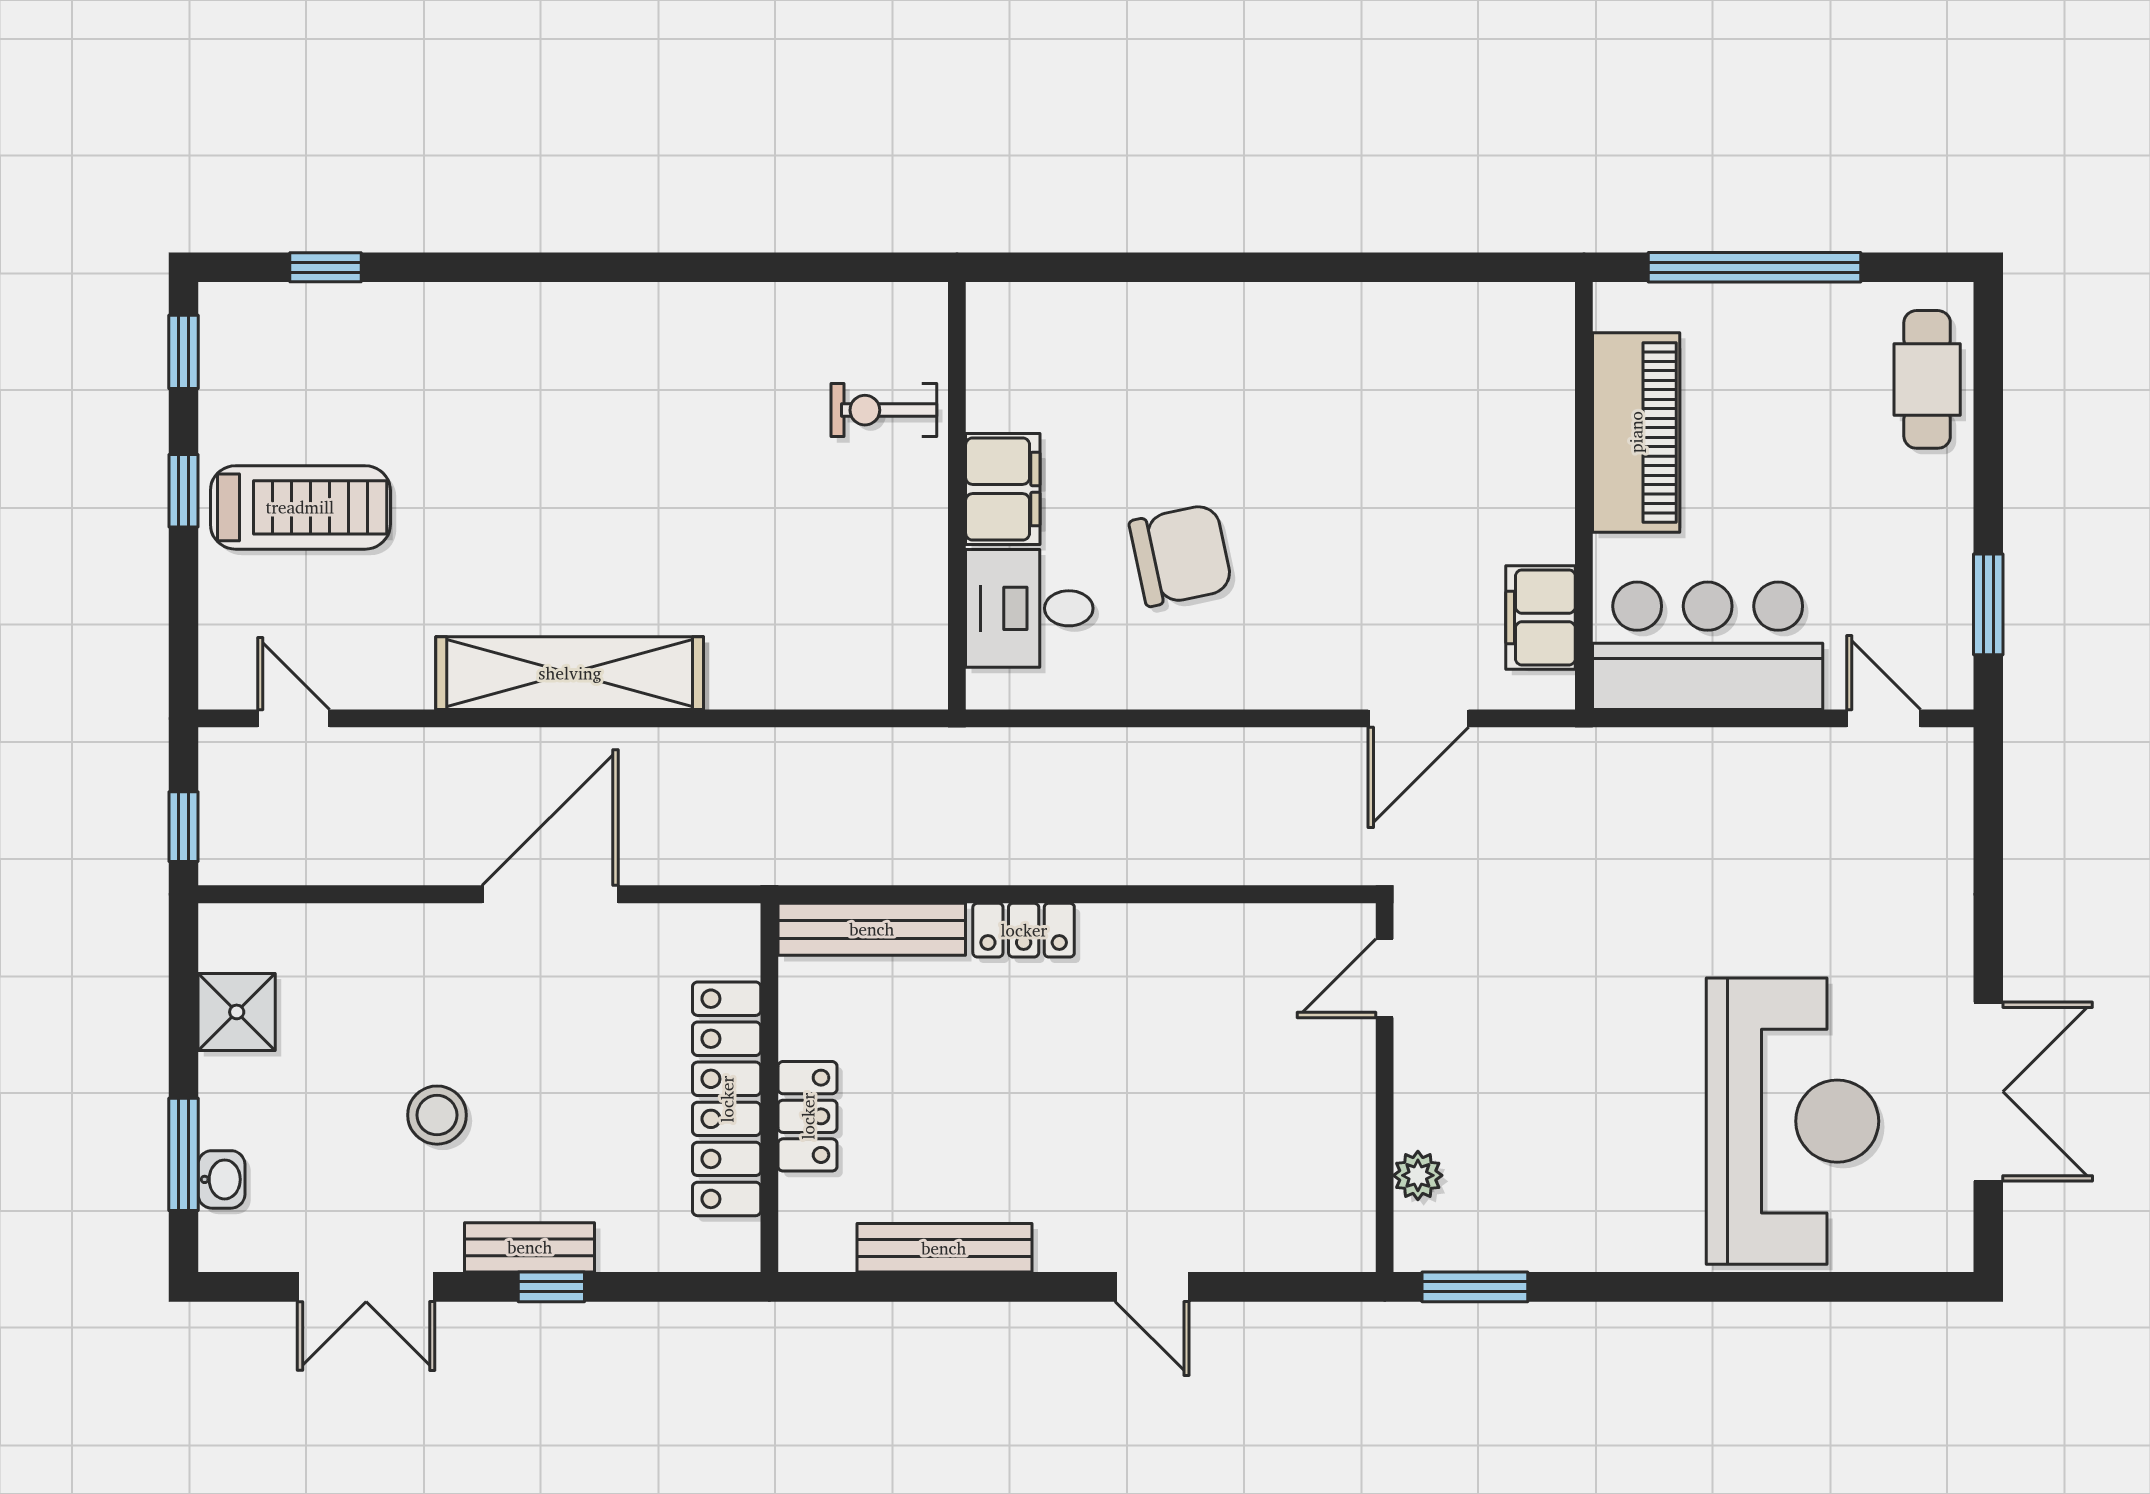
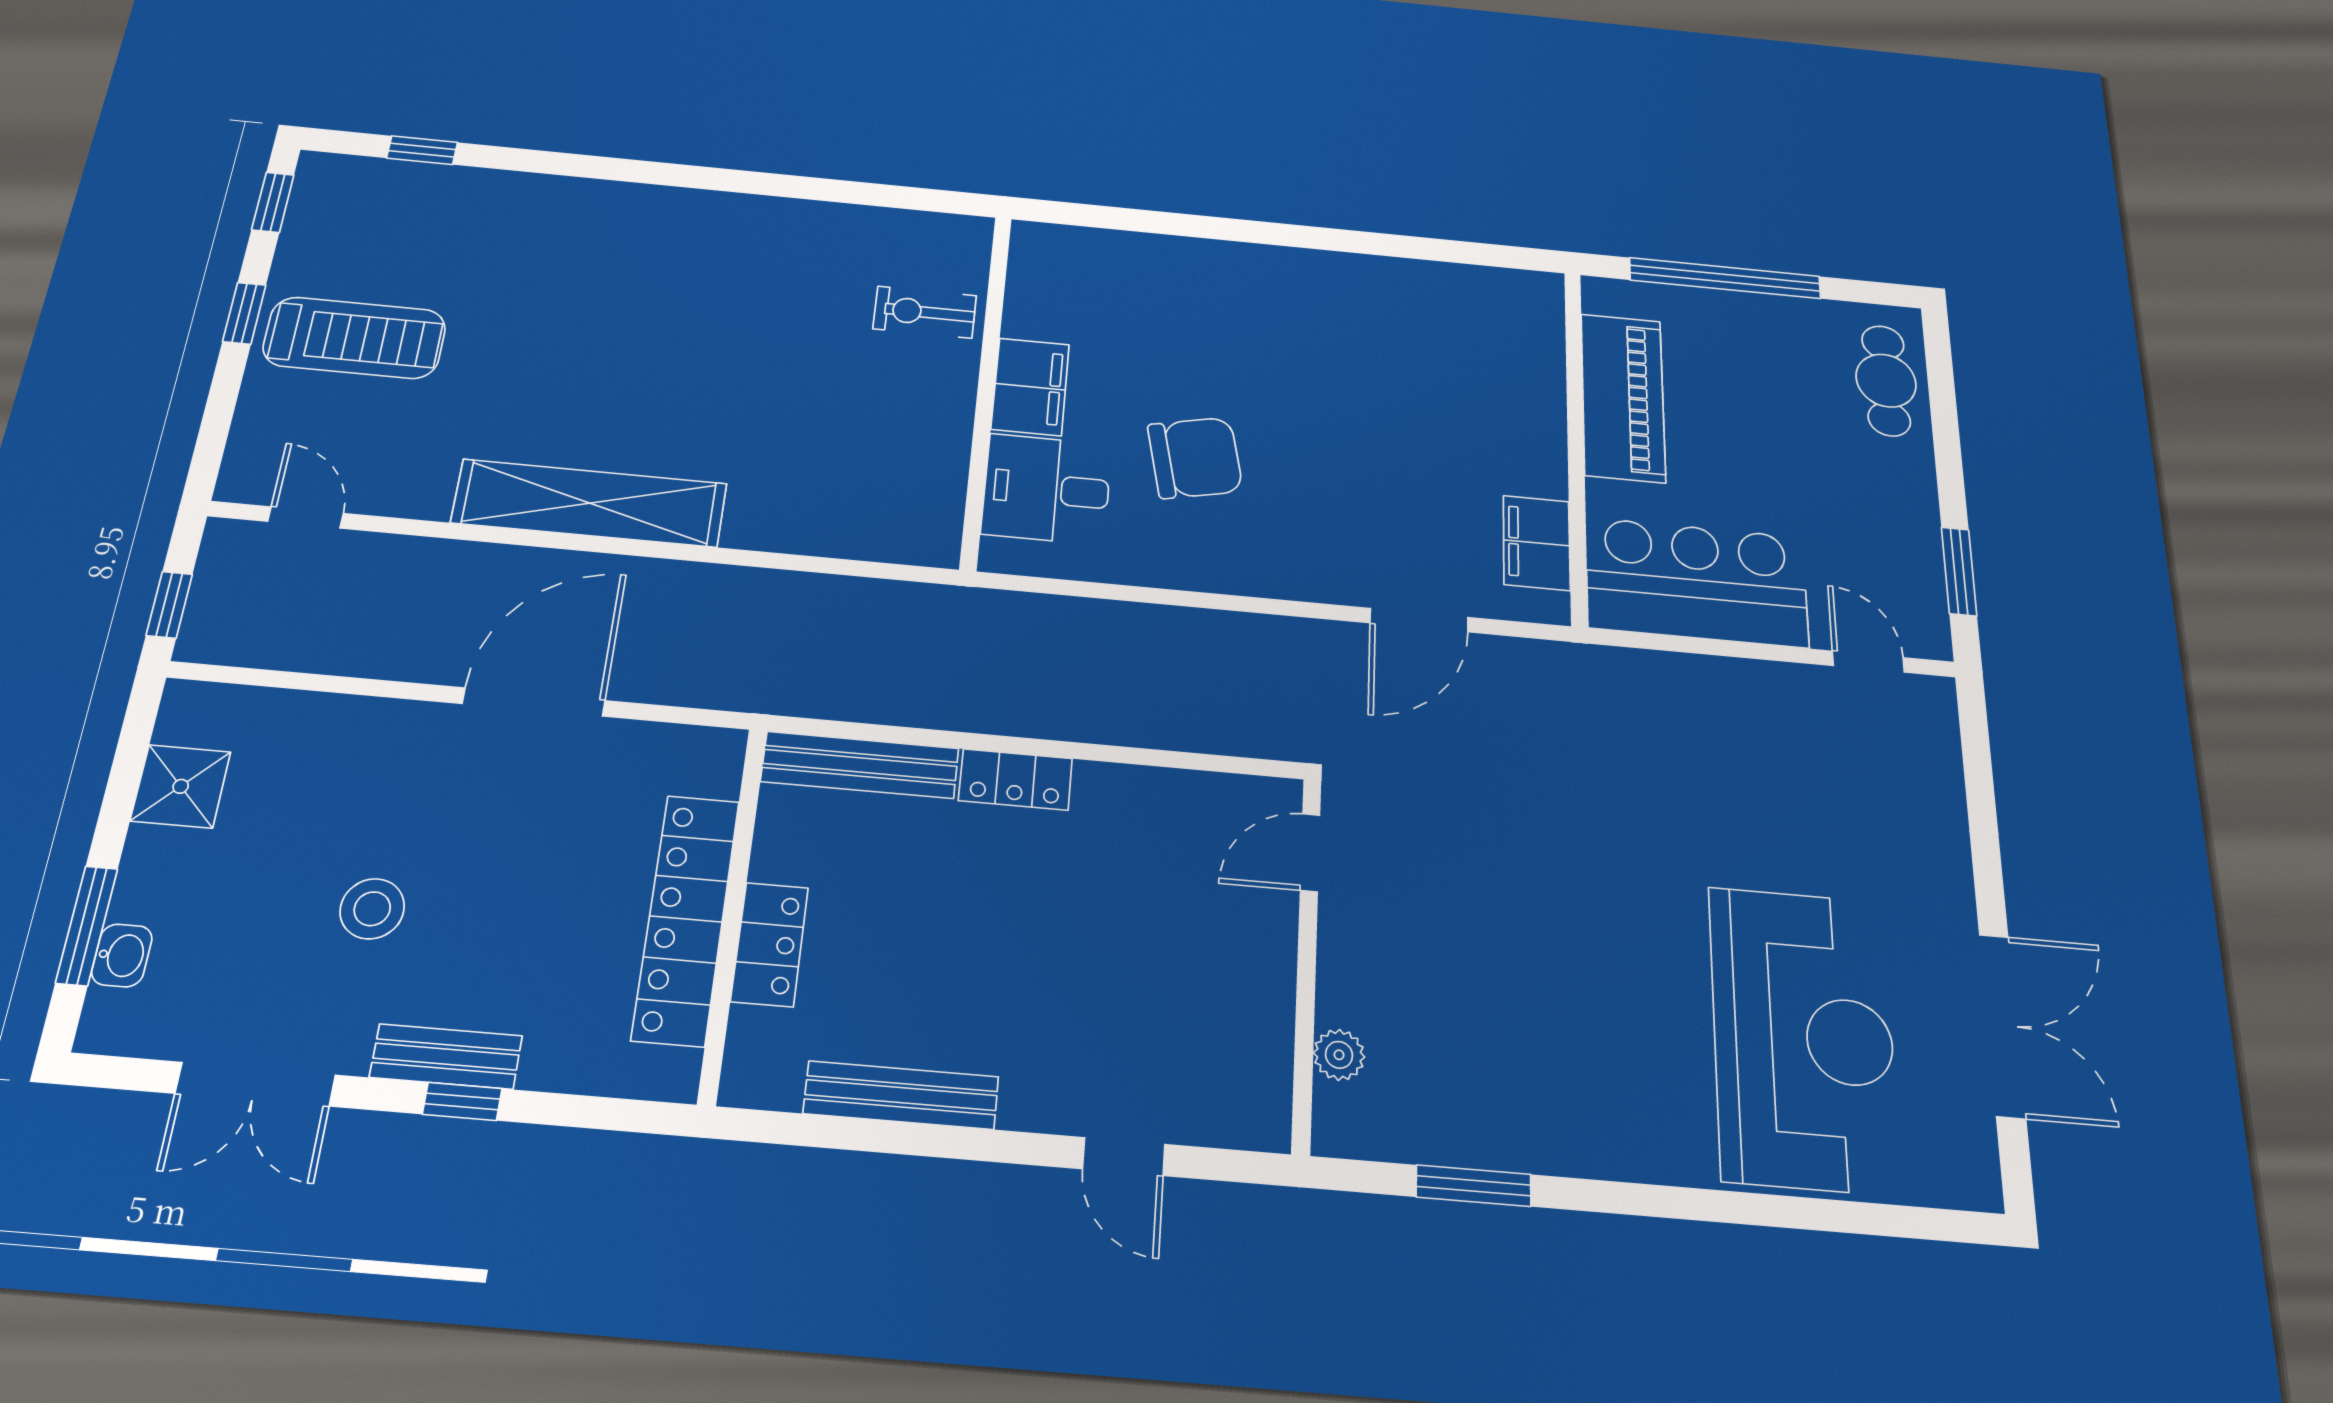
door: (1385, 978) -> (1310, 853), moved
wall: (1385, 1088) -> (1307, 961), moved
plant: (1418, 1175) -> (1339, 1055), moved

